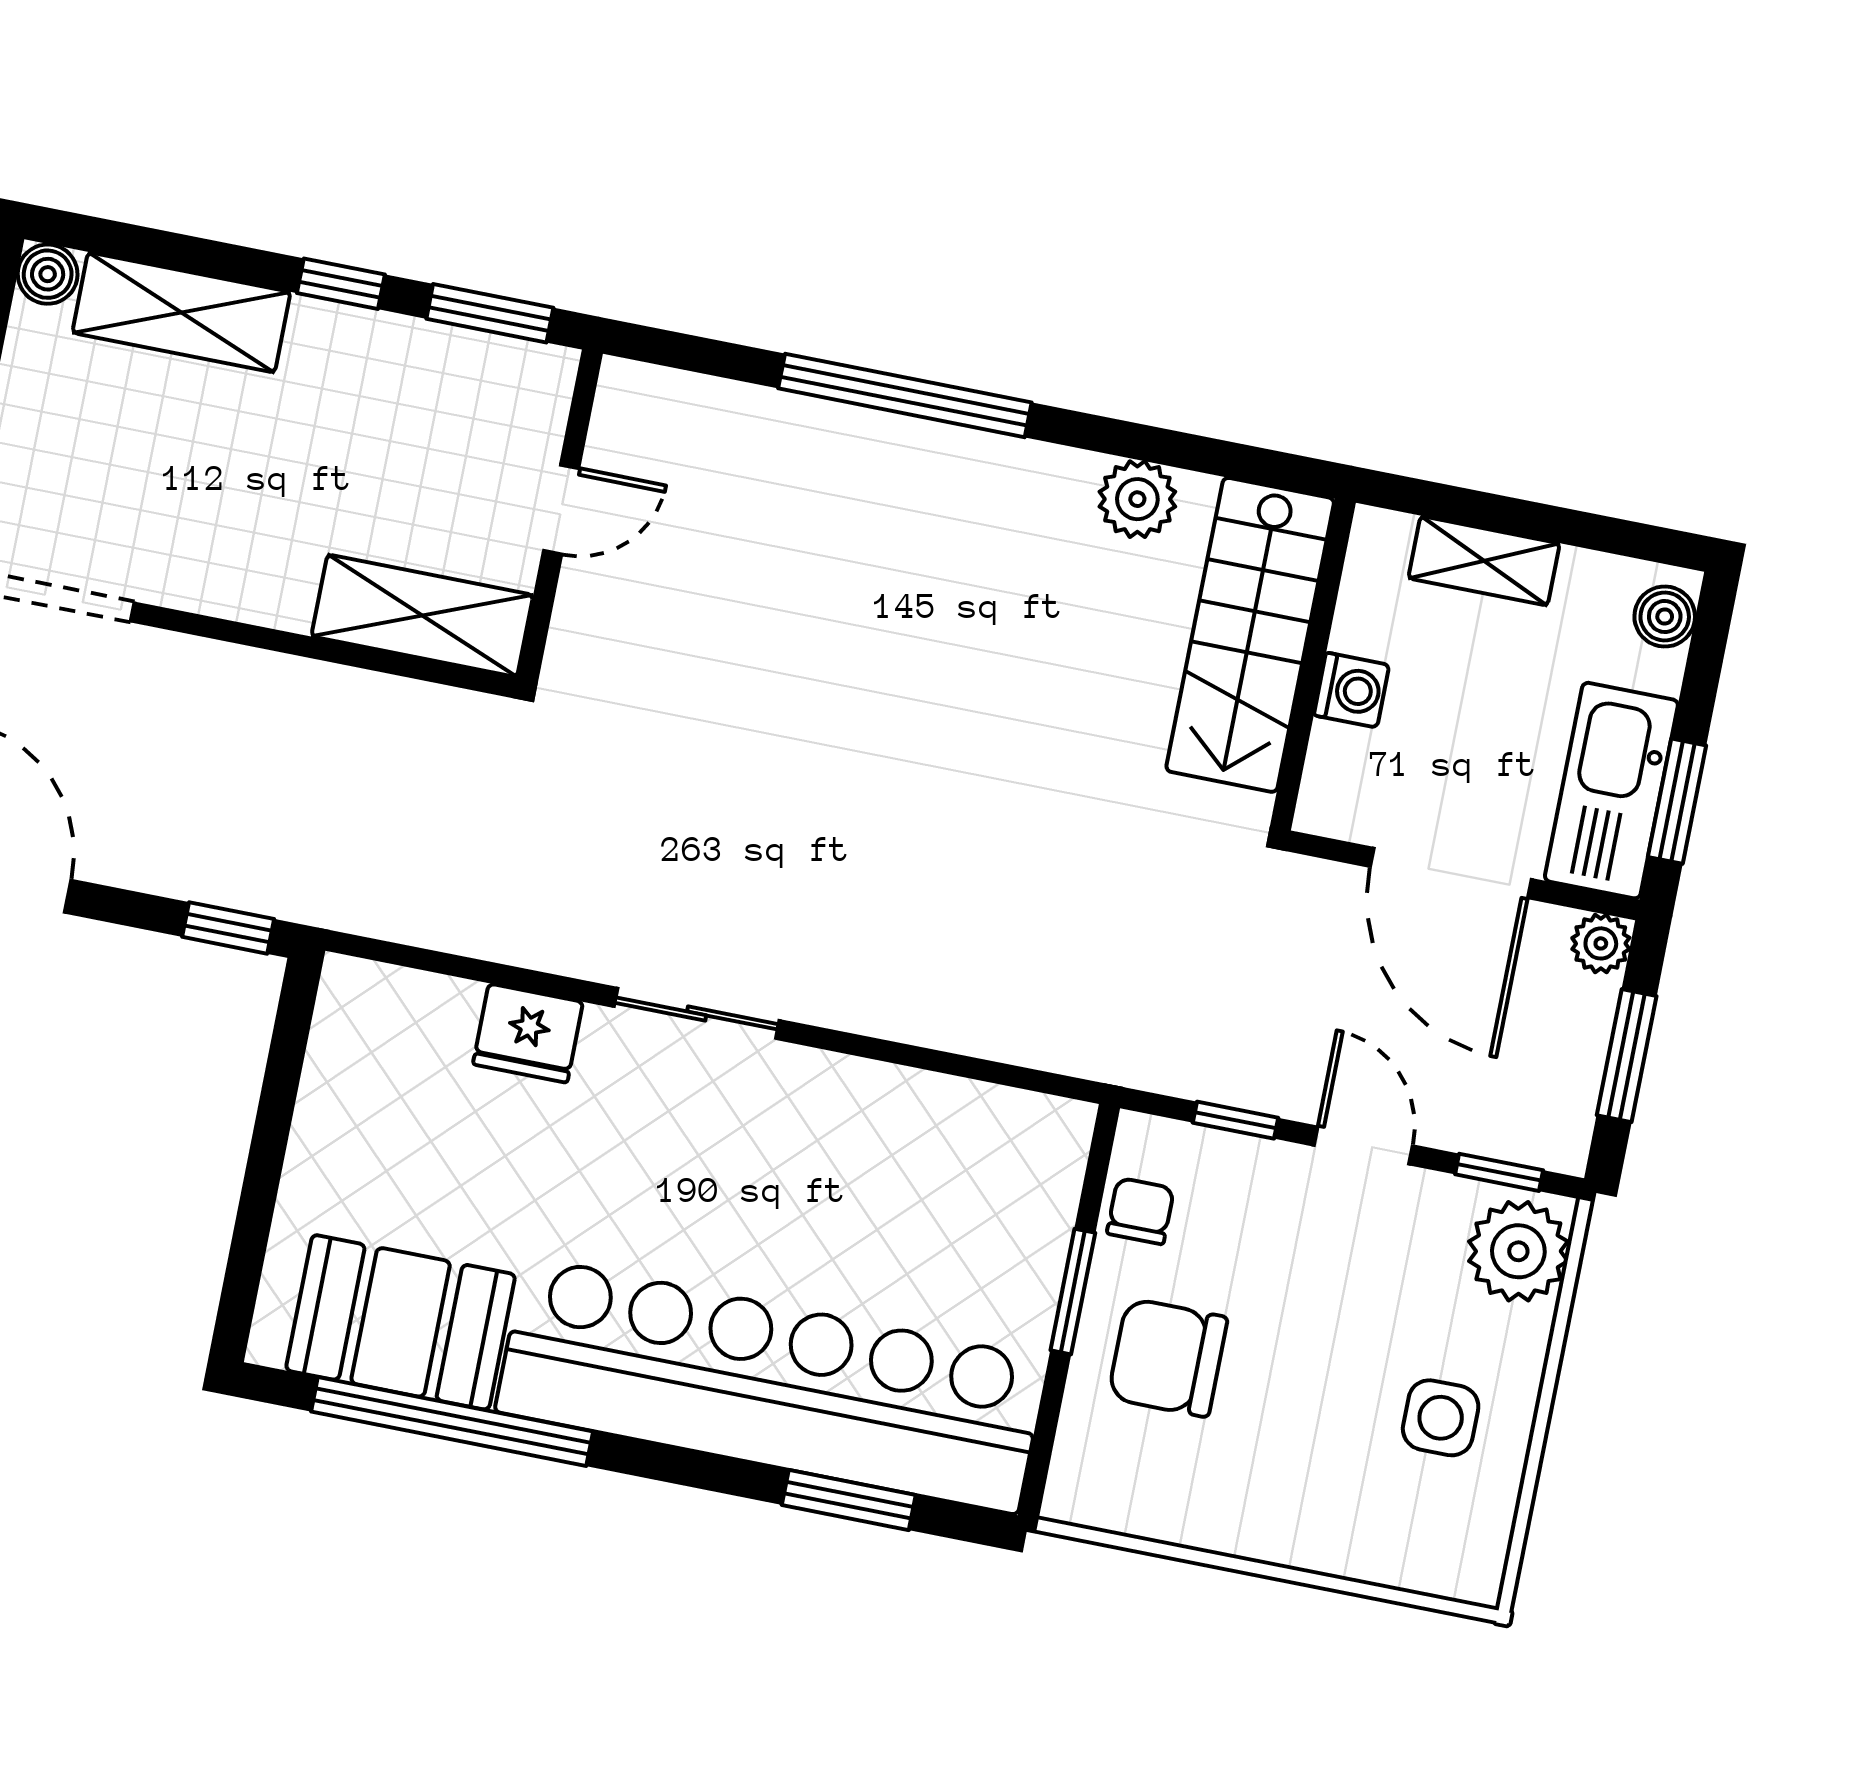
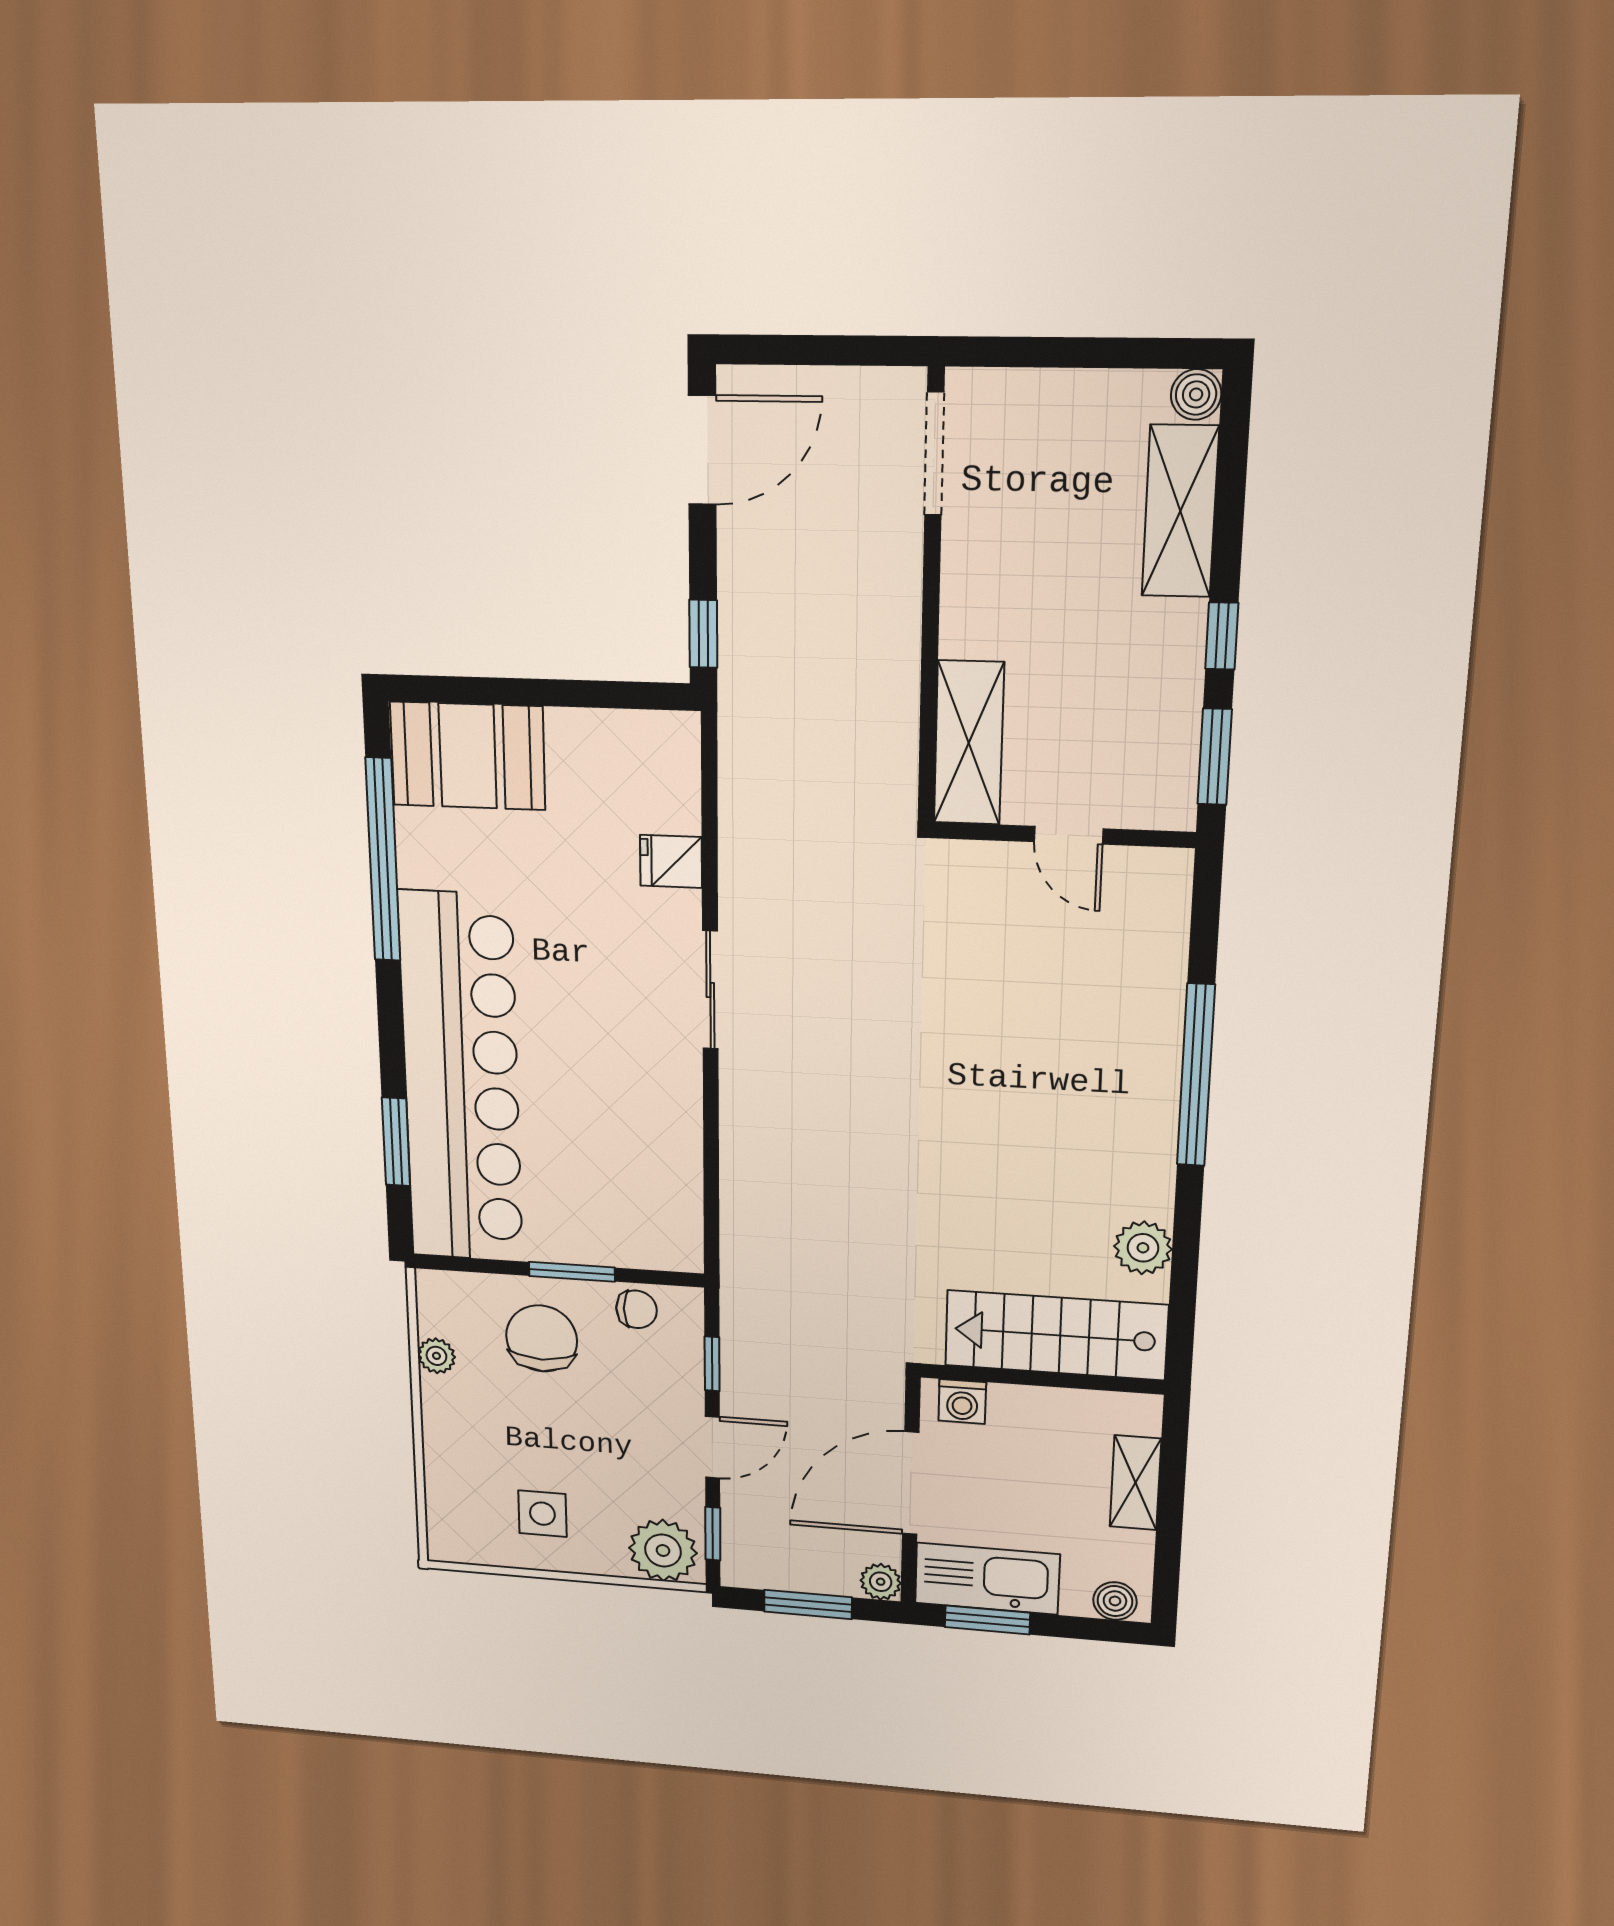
washing machine: (1351, 690) -> (962, 1402), moved
fridge: (528, 1033) -> (671, 861), width x0.72
booth: (401, 1322) -> (468, 756), moved, turned 90
plant: (1176, 1518) -> (436, 1356), added

